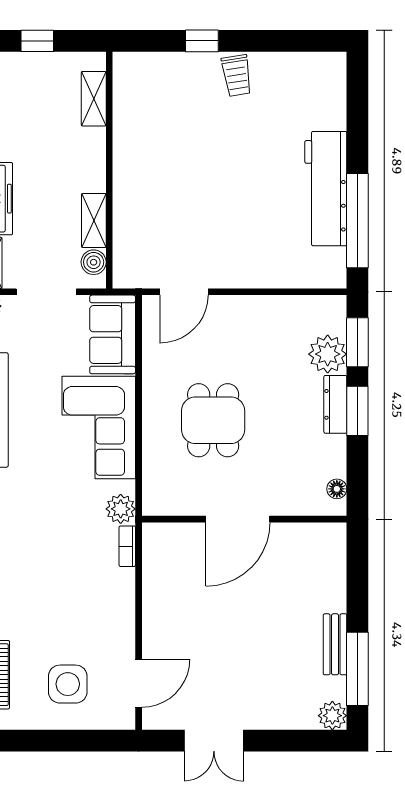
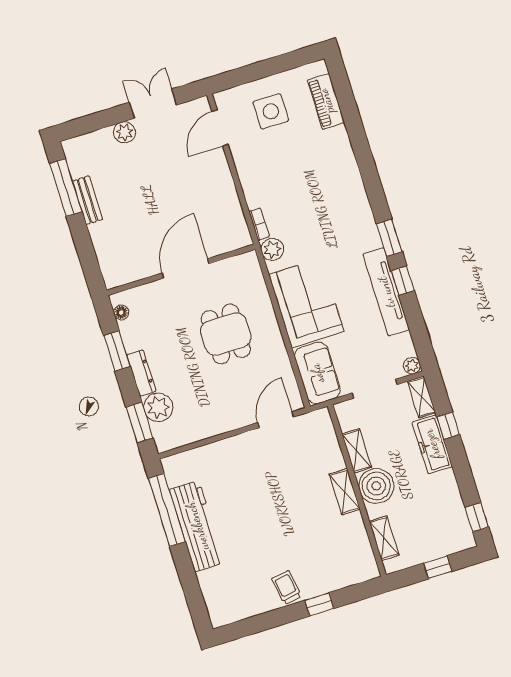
shelving: (125, 173) -> (345, 492), added
boiler: (94, 262) -> (376, 486), moved, width x1.86, depth x1.86
window: (357, 411) -> (117, 351), moved
plant: (332, 716) -> (124, 132), moved

